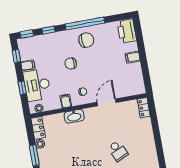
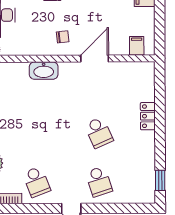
filing cabinet: (66, 101) -> (137, 46), moved
locker: (144, 108) -> (148, 116), moved

